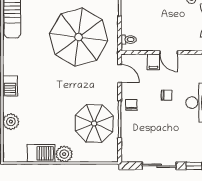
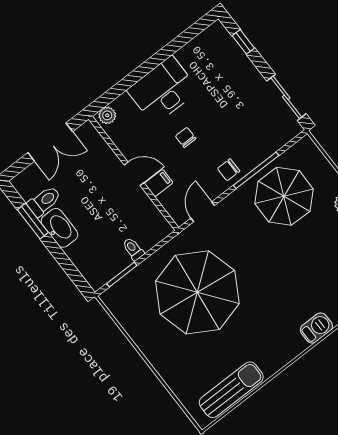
toilet: (129, 40) -> (133, 249), moved
door: (169, 52) -> (134, 174), hinge flipped
sliding door: (159, 166) -> (286, 97), moved

